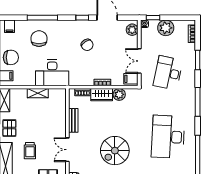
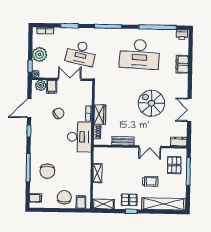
chair: (39, 39) -> (47, 171), turned -90
chair: (87, 45) -> (58, 113), moved
double door: (139, 61) -> (70, 79), swing flipped
desk: (52, 73) -> (79, 137), moved
filing cabinet: (131, 79) -> (52, 87), moved
plant: (119, 94) -> (100, 98), removed
spiral stairs: (115, 151) -> (151, 103), turned 180

